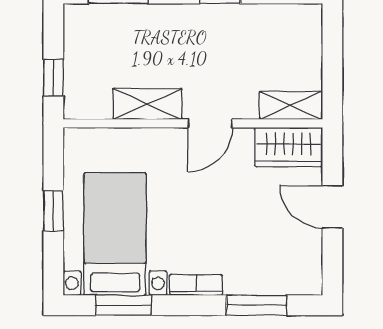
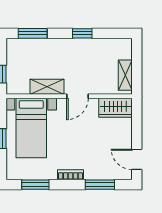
shelving: (290, 105) -> (125, 75), moved, turned 90
door: (332, 207) -> (137, 159), moved
bed with nightstands: (115, 234) -> (31, 128), moved, turned 180

